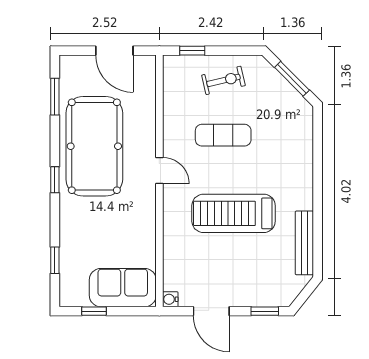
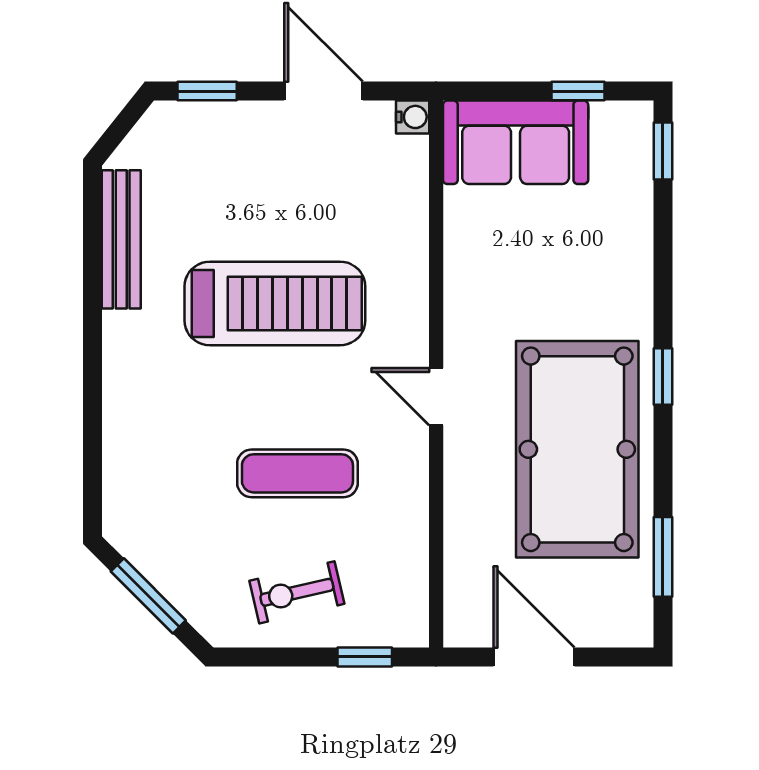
window: (55, 260) -> (663, 151), moved

